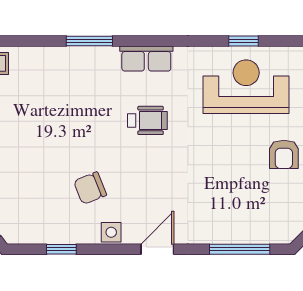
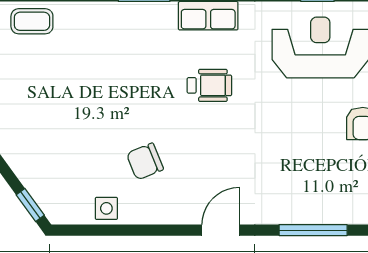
side table: (111, 232) -> (106, 208), moved
window: (61, 249) -> (113, 230), removed

